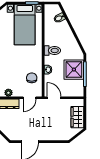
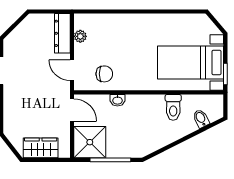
toilet: (52, 50) -> (173, 107), moved
shower: (74, 70) -> (90, 142), moved
door: (54, 98) -> (72, 110), hinge flipped

